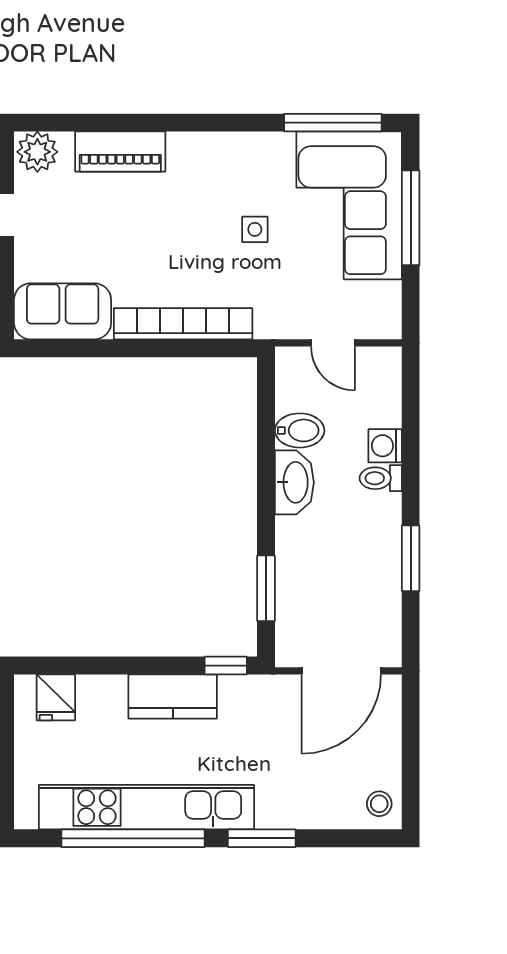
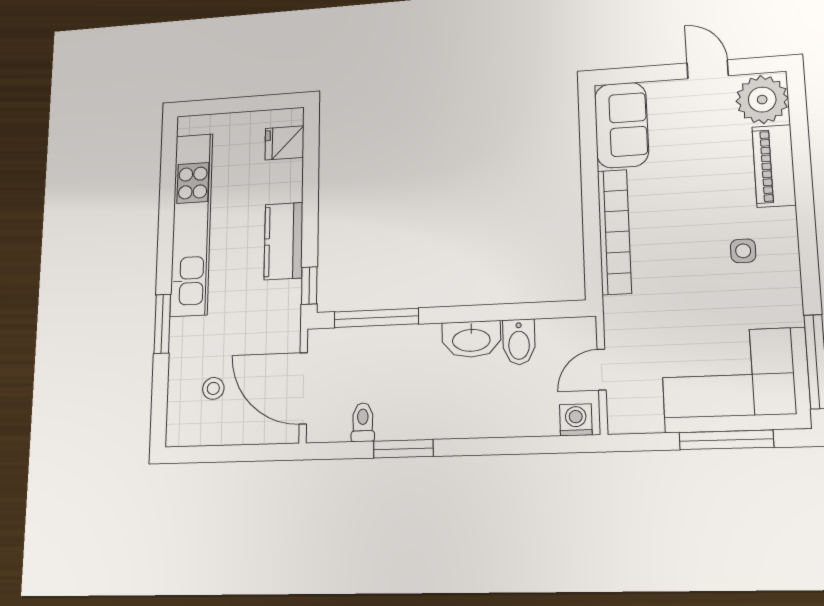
plant: (37, 152) -> (762, 100), width x1.36, depth x1.36
side table: (255, 229) -> (743, 251), moved
washing machine: (385, 446) -> (576, 420), moved
toilet: (381, 478) -> (363, 422), moved
window: (266, 588) -> (376, 318), width x1.44
stool: (379, 804) -> (213, 388), moved
window: (133, 838) -> (166, 215), removed

